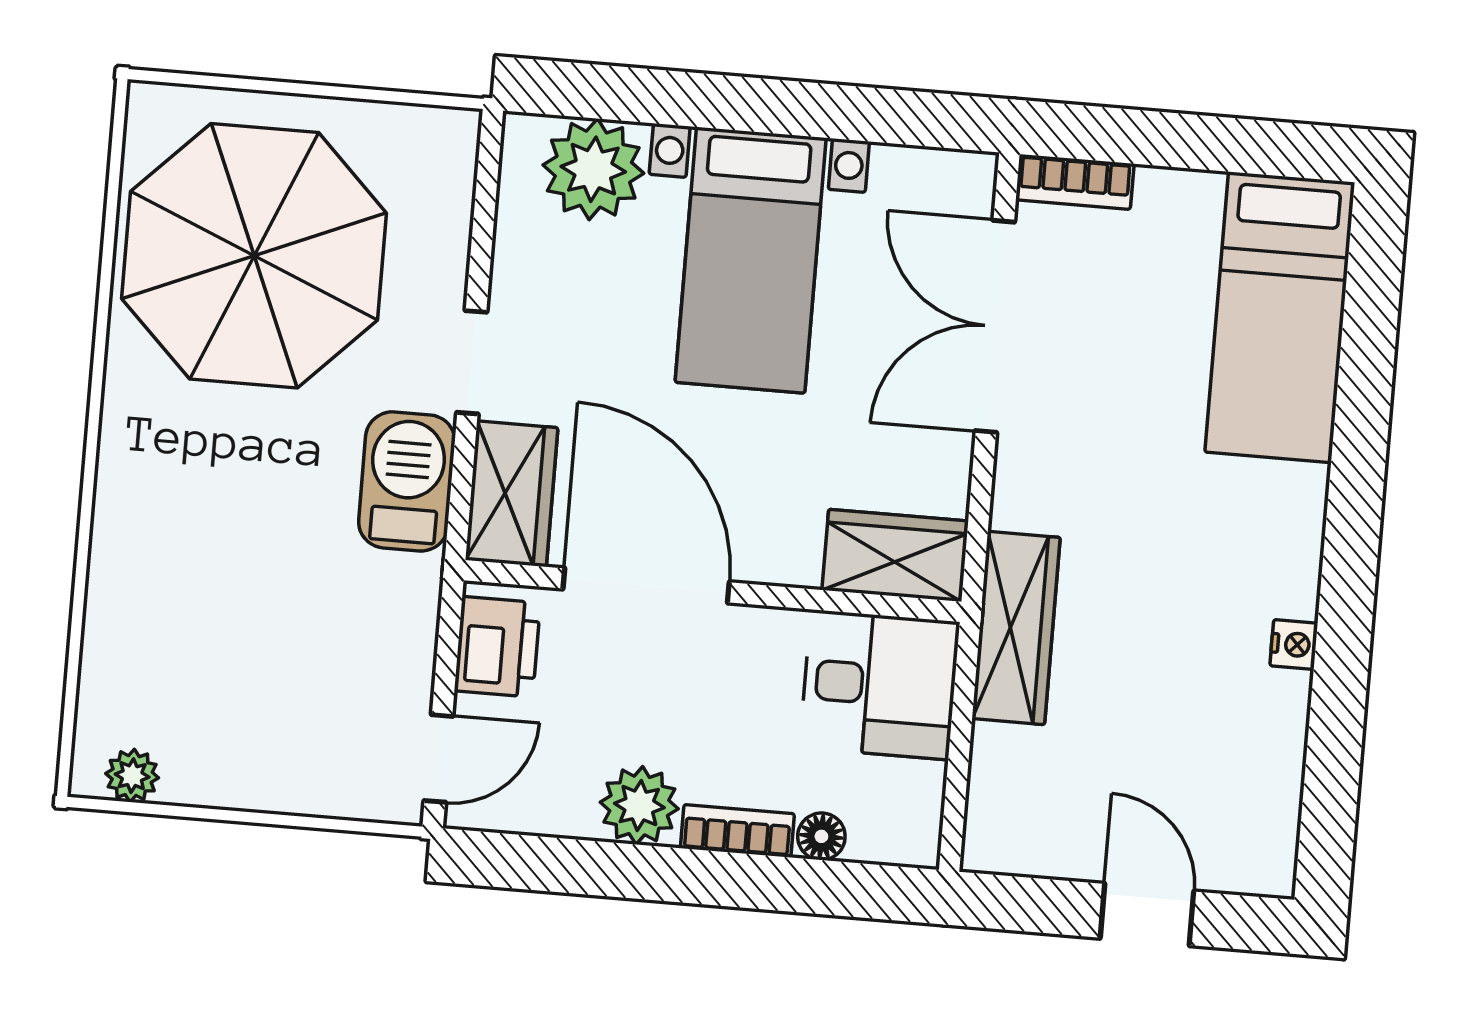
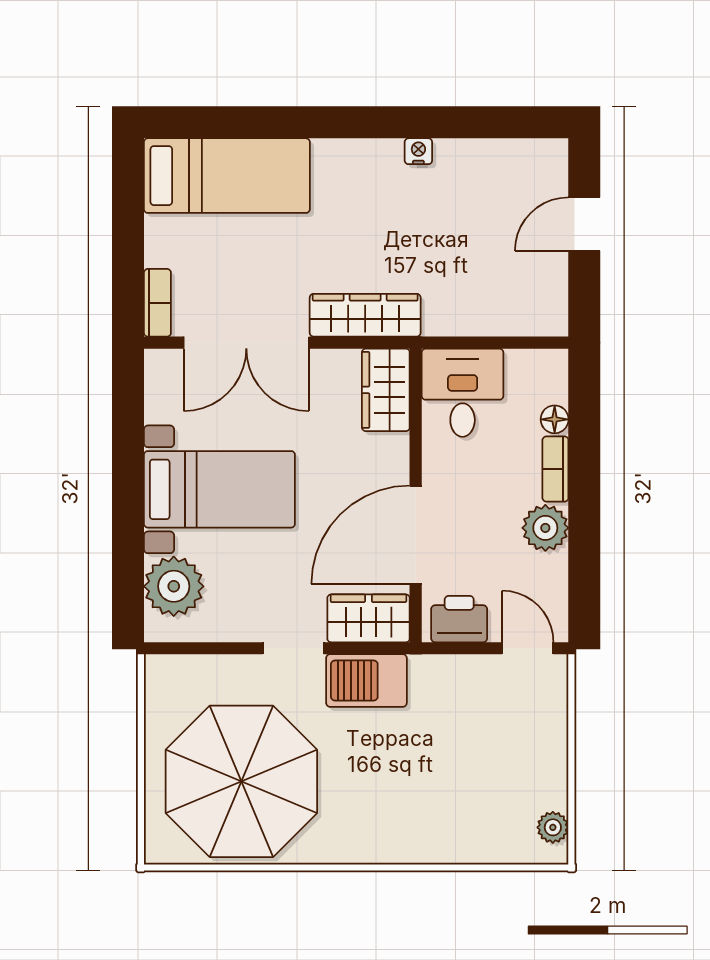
wardrobe: (1016, 628) -> (365, 315), moved

